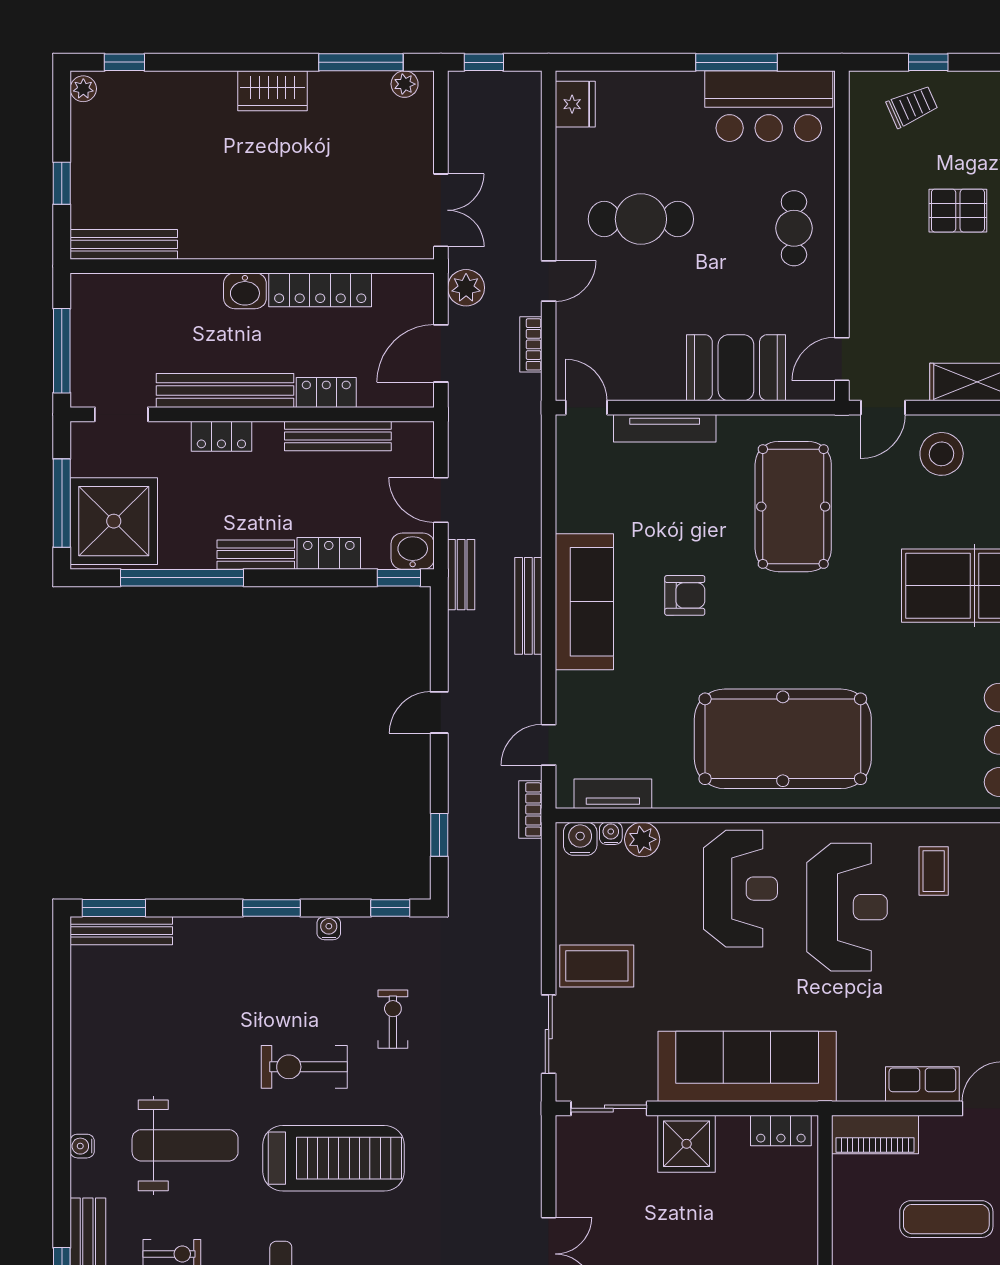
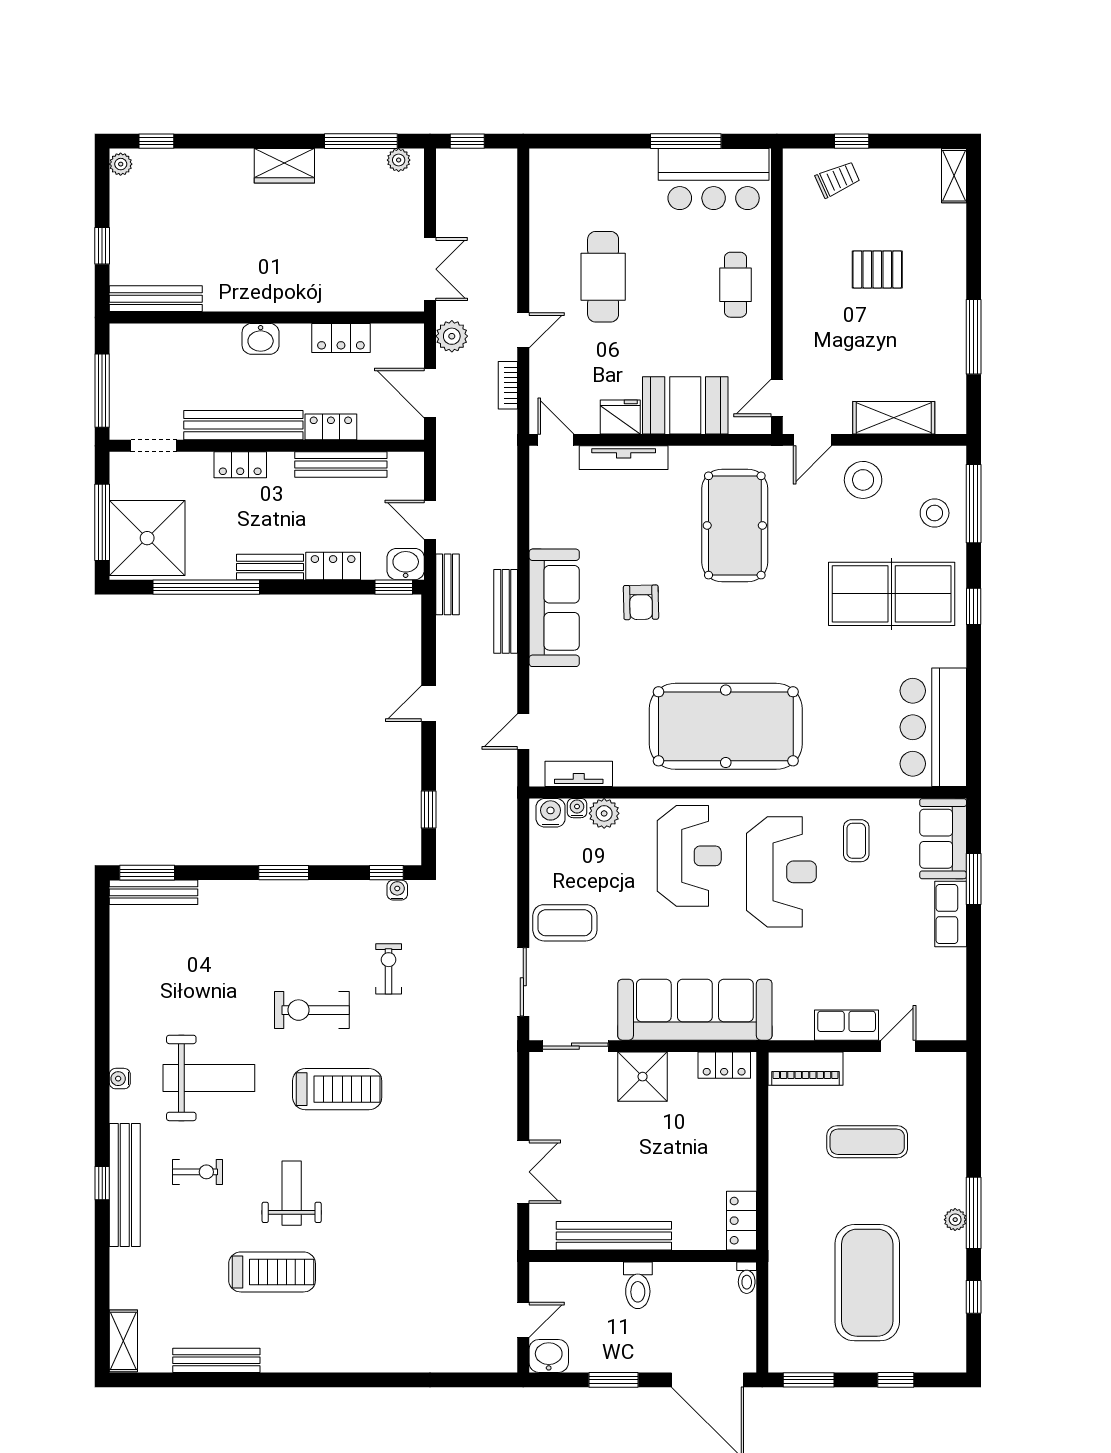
fridge: (575, 104) -> (620, 417), moved, turned -90
cafe table: (641, 219) -> (603, 277), turned 90
locker: (320, 290) -> (341, 338), width x0.66
door: (441, 353) -> (430, 393), hinge flipped
armchair: (685, 595) -> (641, 602), turned 89
bookcase: (530, 809) -> (508, 787), removed
water cooler: (329, 928) -> (397, 890), moved
treadmill: (333, 1158) -> (337, 1089), width x0.73, depth x0.73

